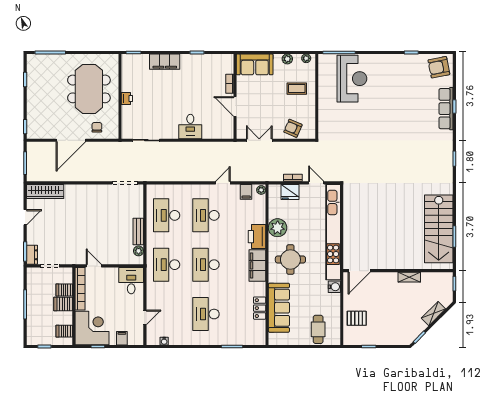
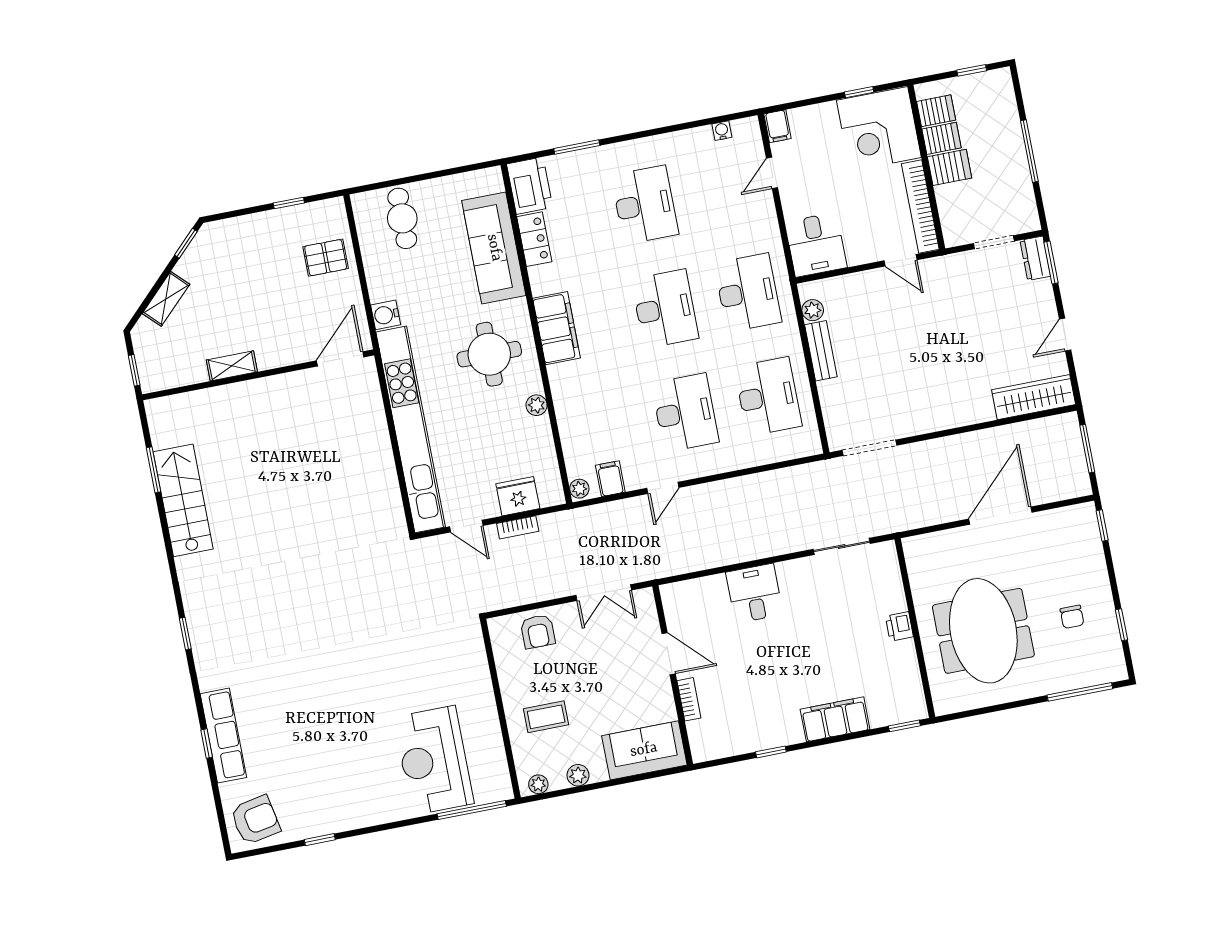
chair: (97, 127) -> (1072, 617), moved
armchair: (293, 128) -> (538, 632), turned 67
plant: (278, 228) -> (537, 405), width x0.53, depth x0.53
stairs: (439, 229) -> (183, 500), width x0.73, depth x0.66
printer: (257, 237) -> (530, 186), moved
server rack: (64, 290) -> (942, 138), moved
filing cabinet: (122, 338) -> (778, 126), moved

